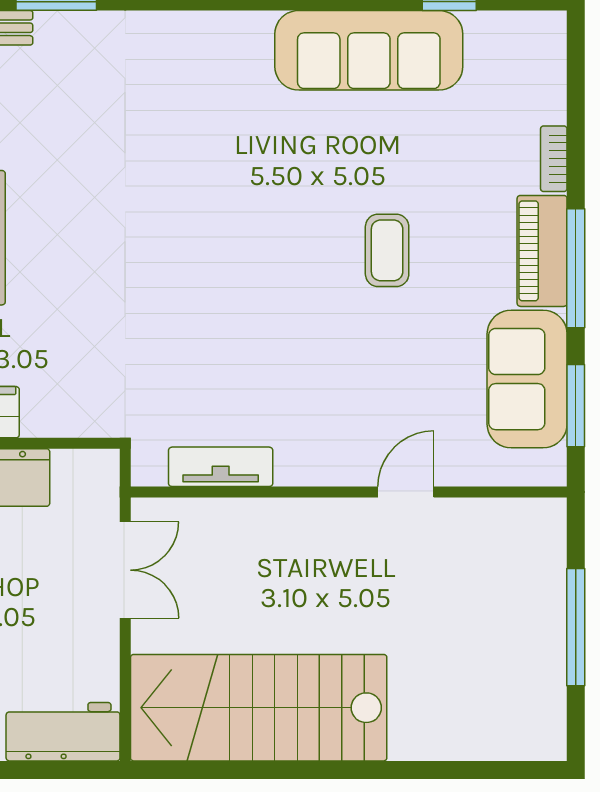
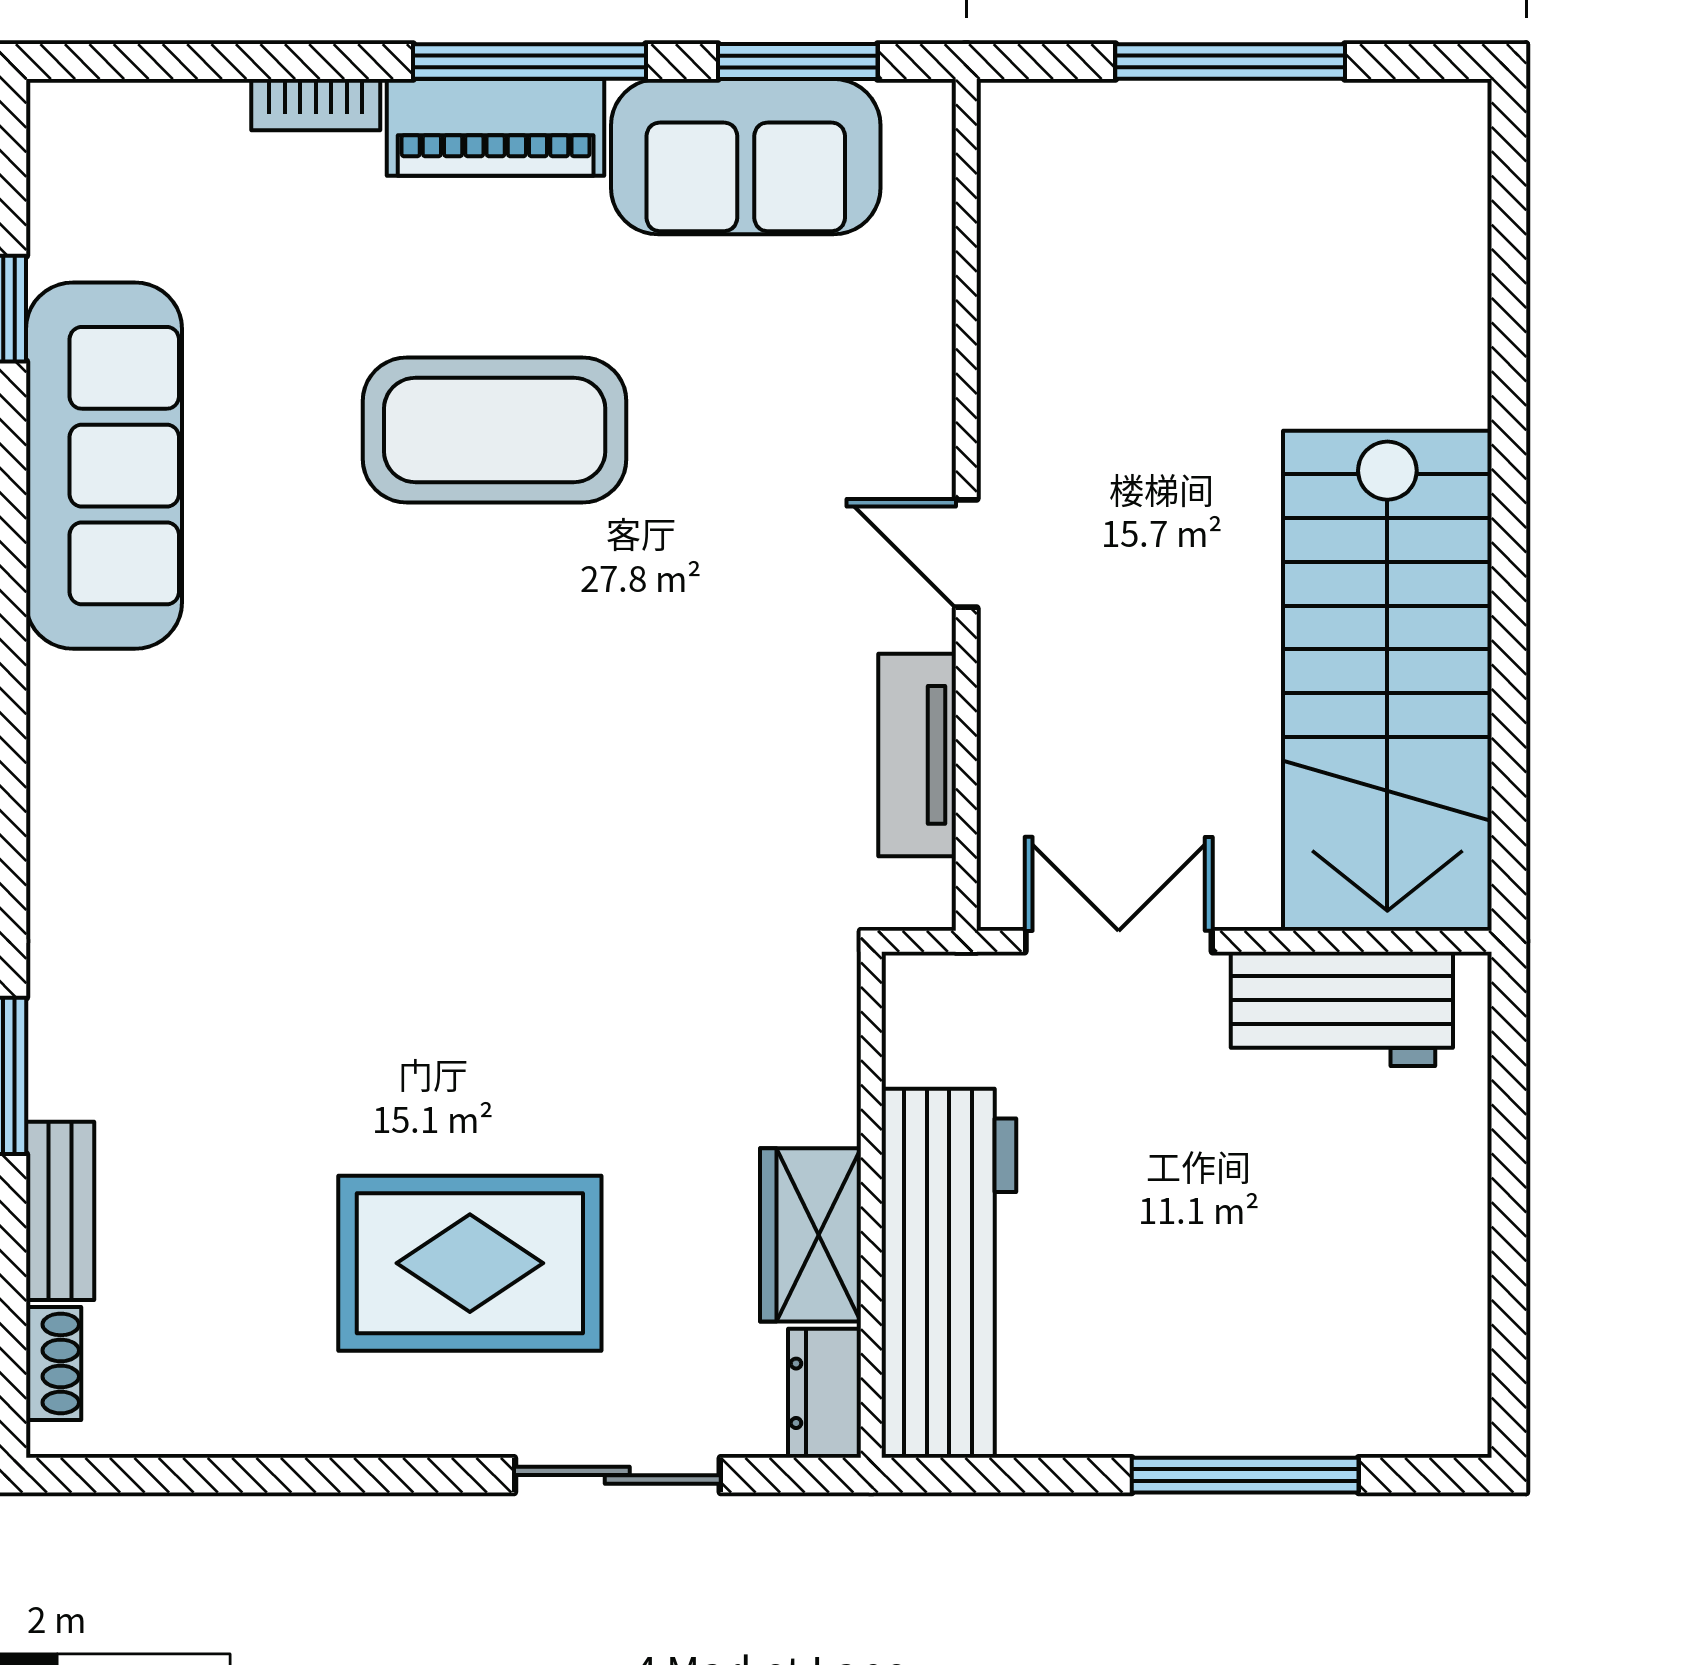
coffee table: (387, 250) -> (495, 430), width x1.86, depth x1.72
door: (406, 492) -> (966, 553), moved
workbench: (63, 732) -> (1342, 1009), moved, turned -90

